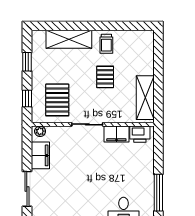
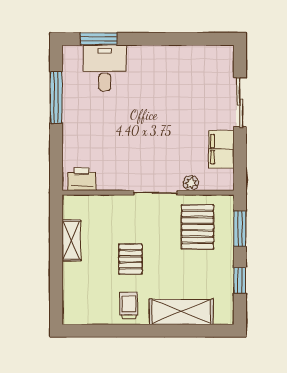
window: (27, 98) -> (240, 229), width x1.50
shelving: (145, 98) -> (71, 240), width x0.67, depth x0.75
plant: (40, 131) -> (191, 183), moved
filing cabinet: (116, 134) -> (115, 179), removed

